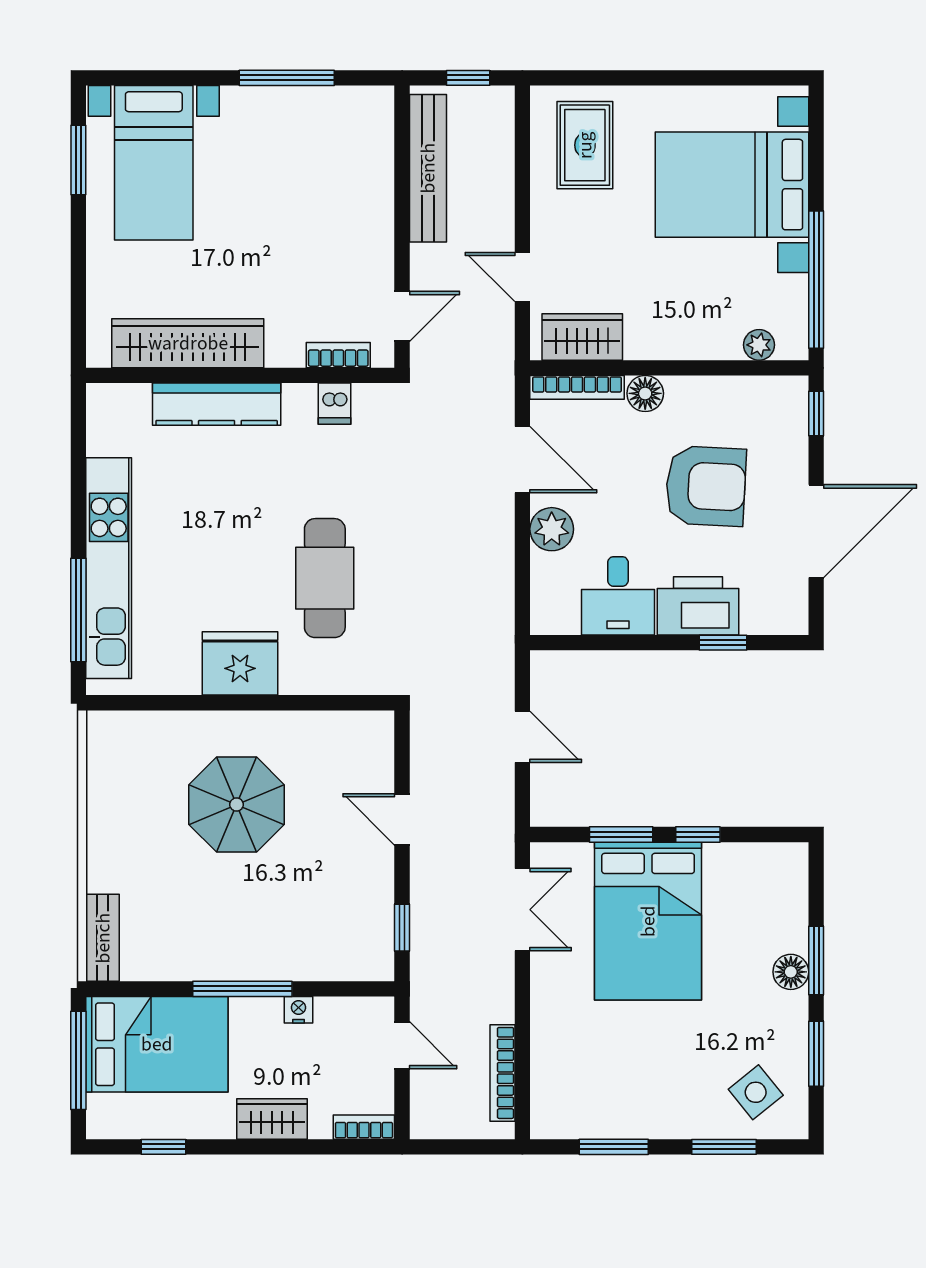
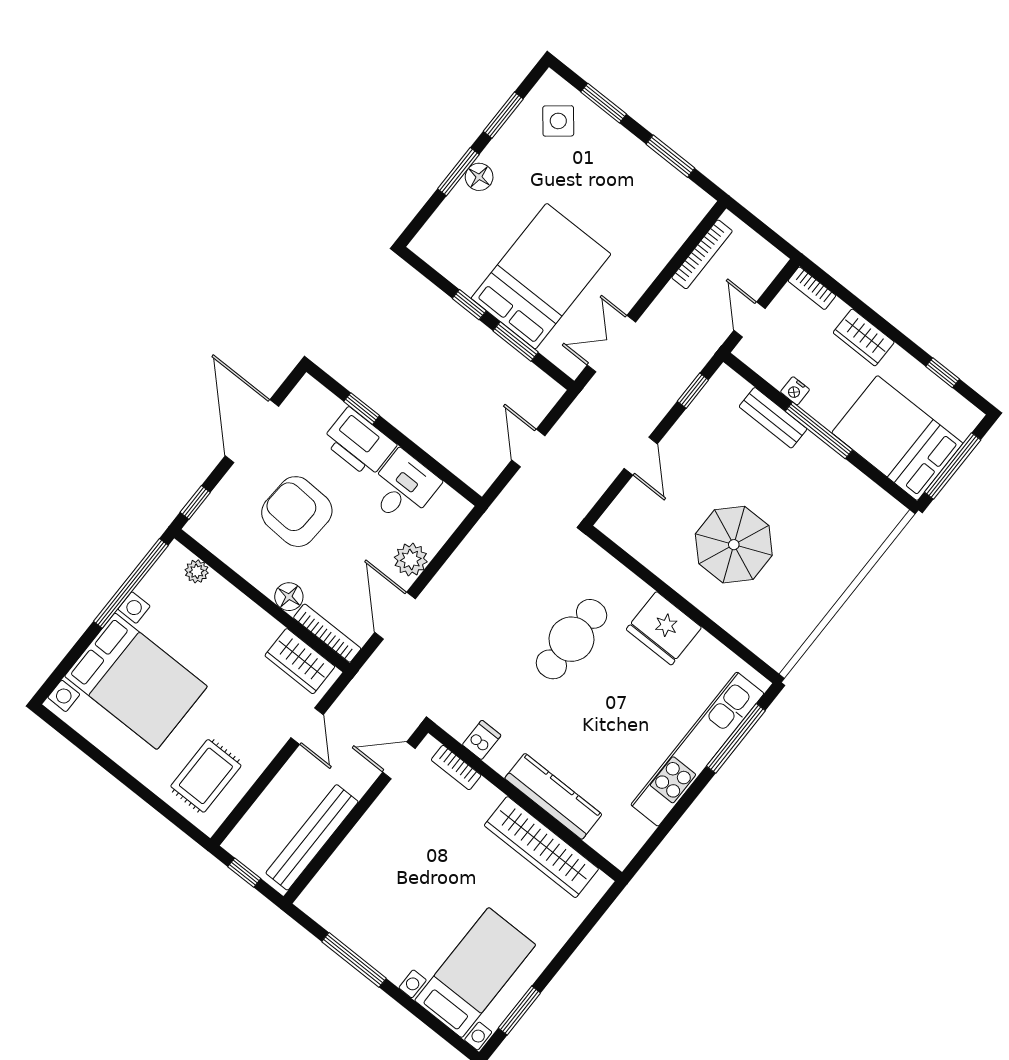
door: (816, 531) -> (252, 431), hinge flipped
bench: (103, 938) -> (773, 418), moved, turned 90

